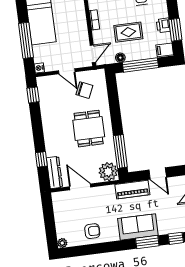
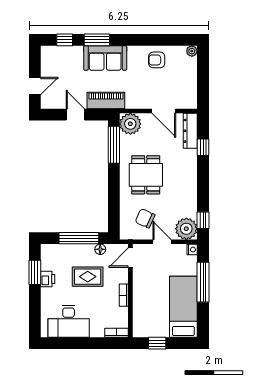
filing cabinet: (165, 50) -> (50, 252), removed
plant: (47, 86) -> (186, 229), added

